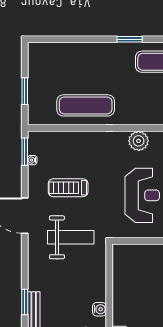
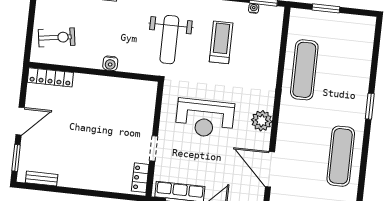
window: (130, 39) -> (370, 106), moved
water cooler: (100, 309) -> (110, 63), moved

